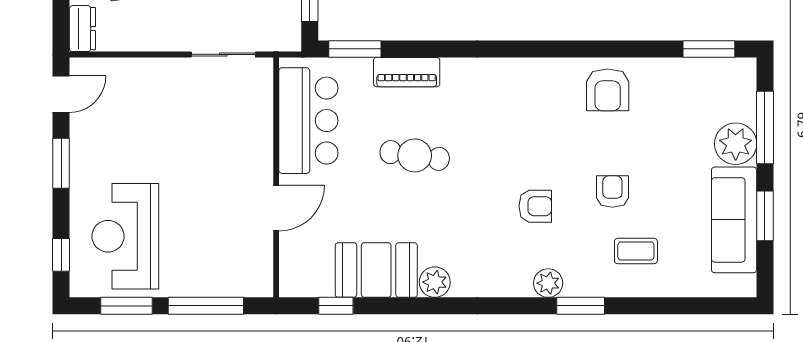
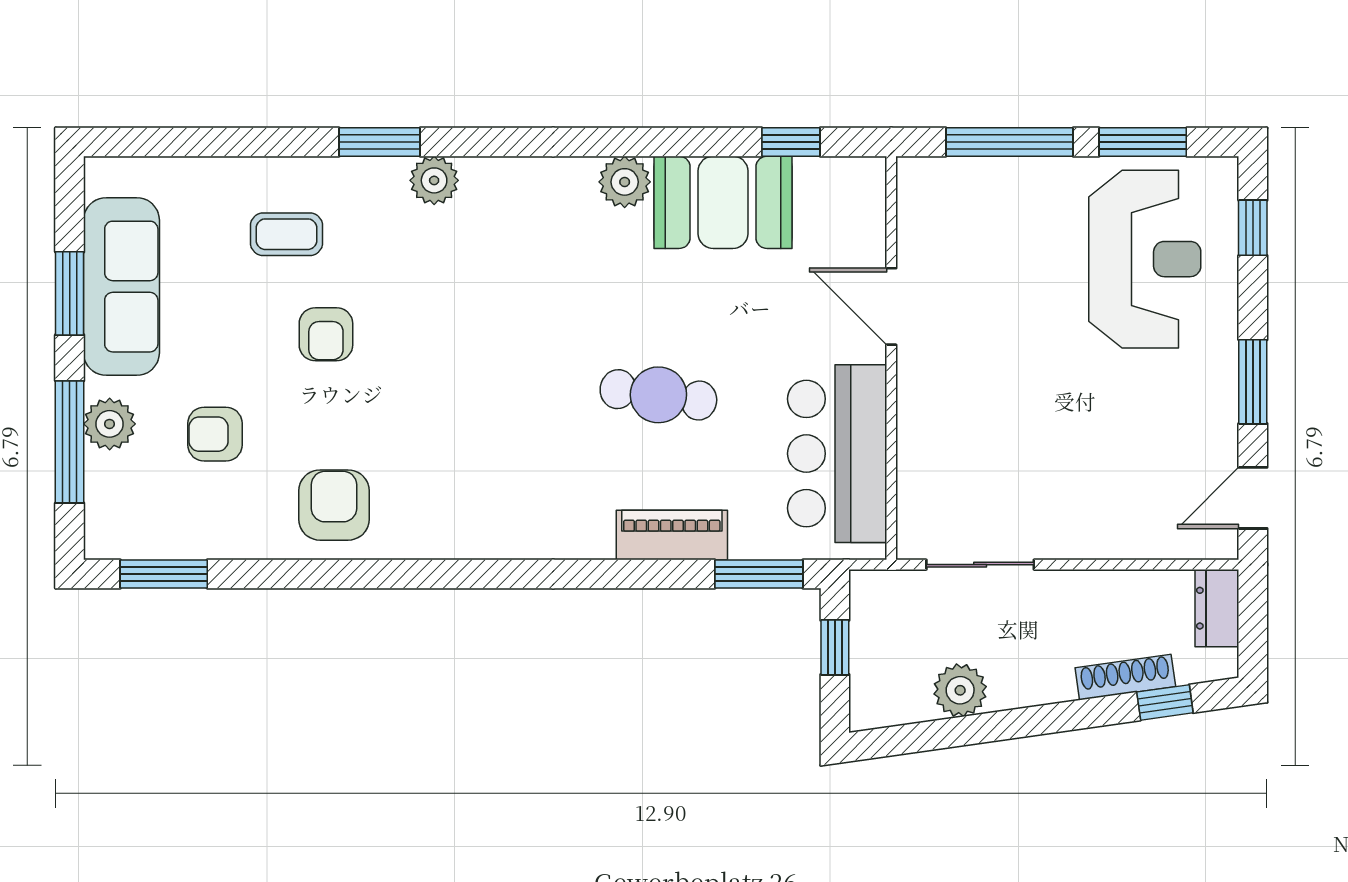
plant: (736, 144) -> (110, 424), width x0.73, depth x0.73
armchair: (535, 206) -> (215, 434), moved
door: (276, 208) -> (891, 306), hinge flipped

